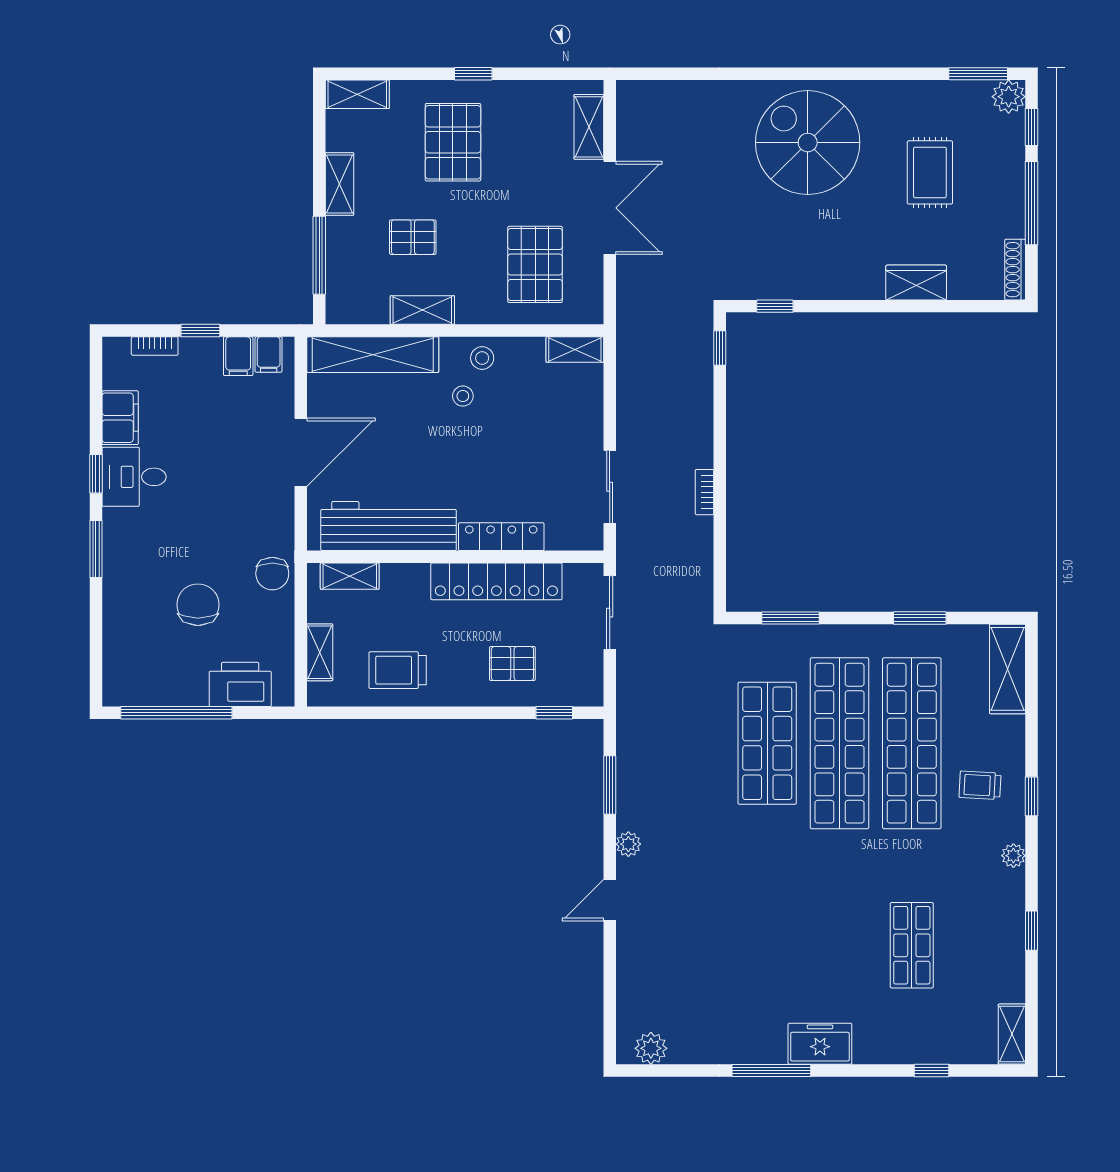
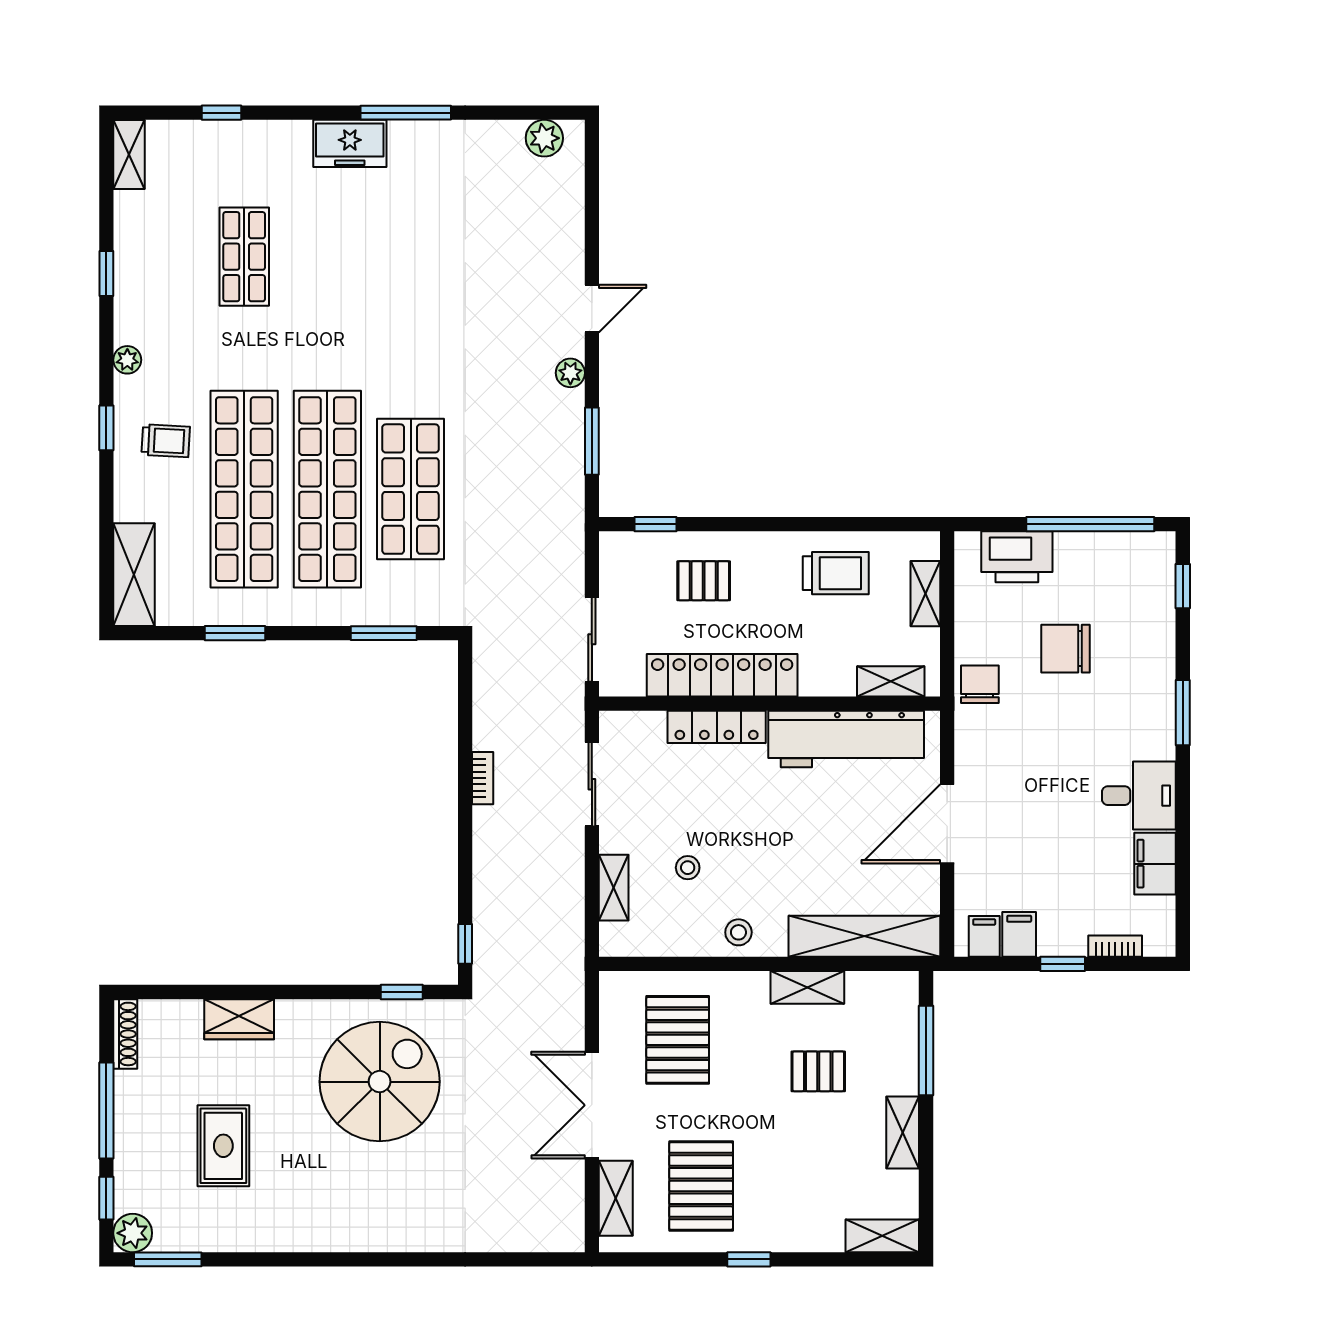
pallet: (453, 142) -> (701, 1186), moved
spiral stairs: (808, 143) -> (380, 1082), moved, turned -90
shelving: (575, 350) -> (614, 888), moved, turned 90
stool: (463, 396) -> (688, 868), moved
window: (96, 474) -> (1183, 586), moved
chair: (198, 605) -> (1066, 649), turned 90

